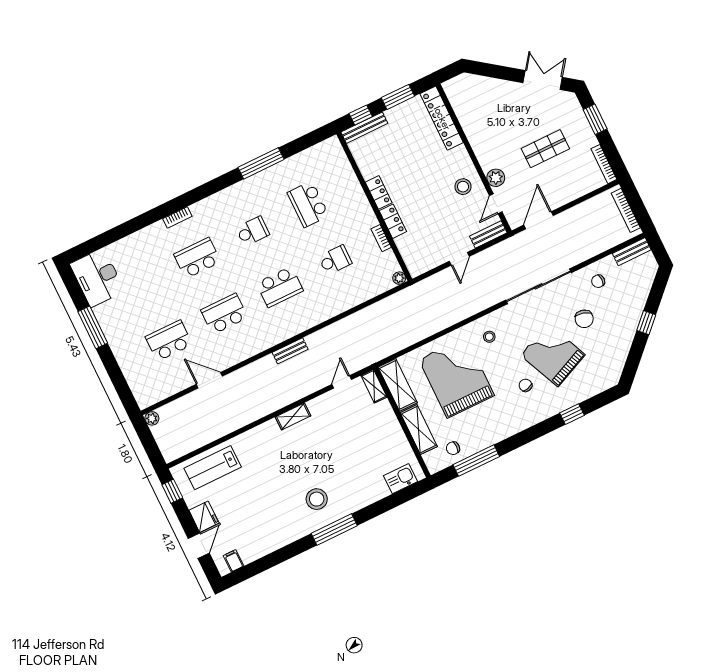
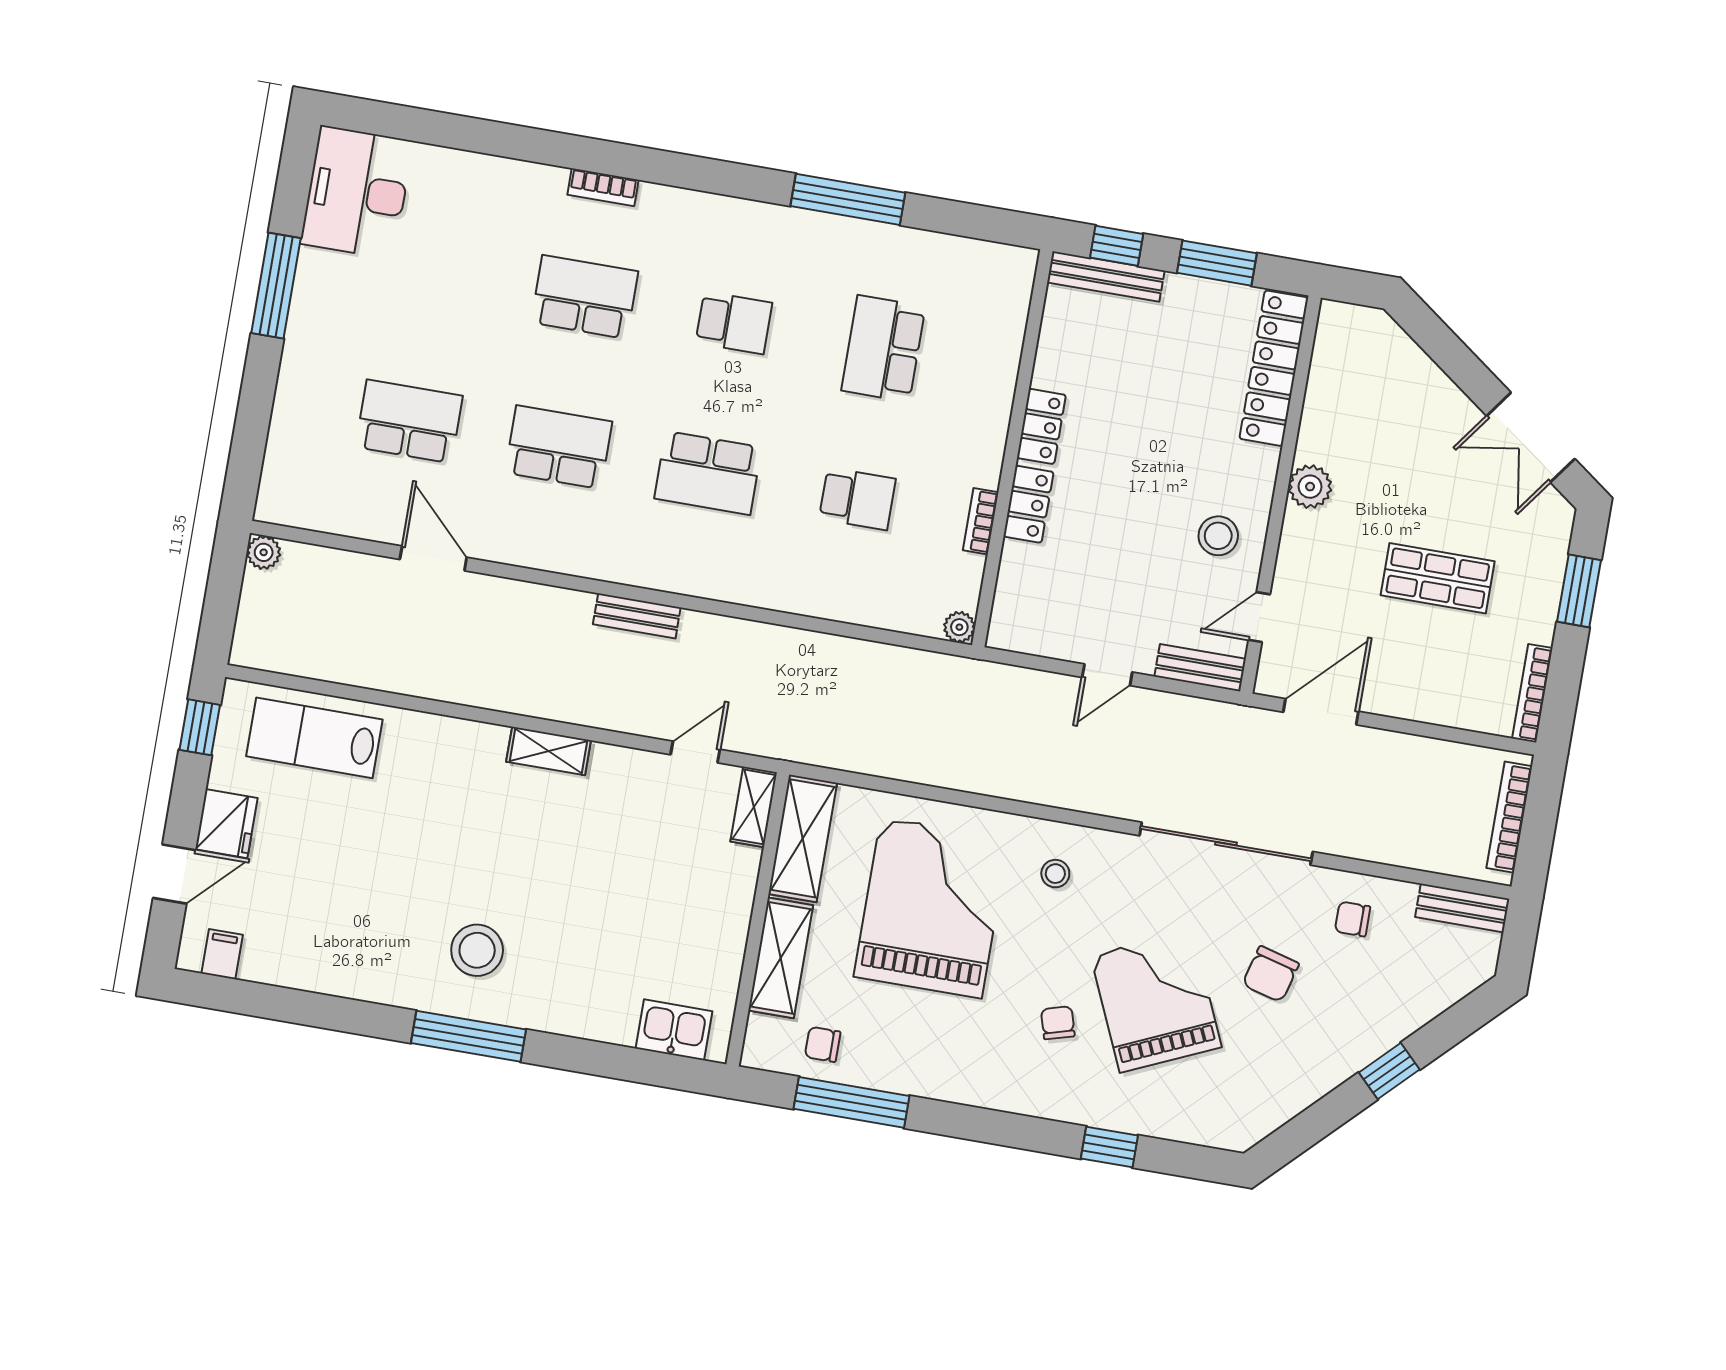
double door: (543, 80) -> (1531, 437), swing flipped
plant: (496, 178) -> (1310, 487), moved

